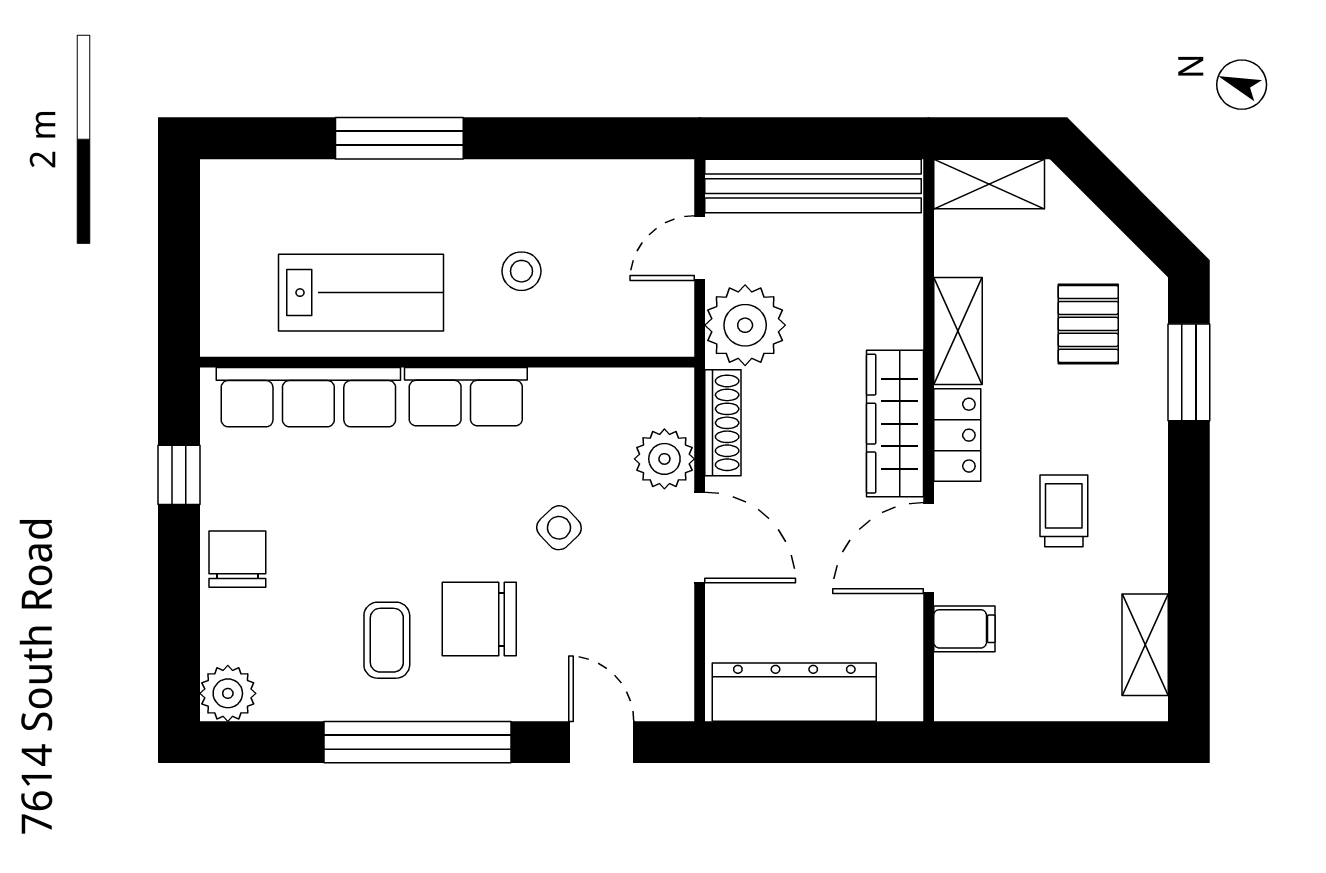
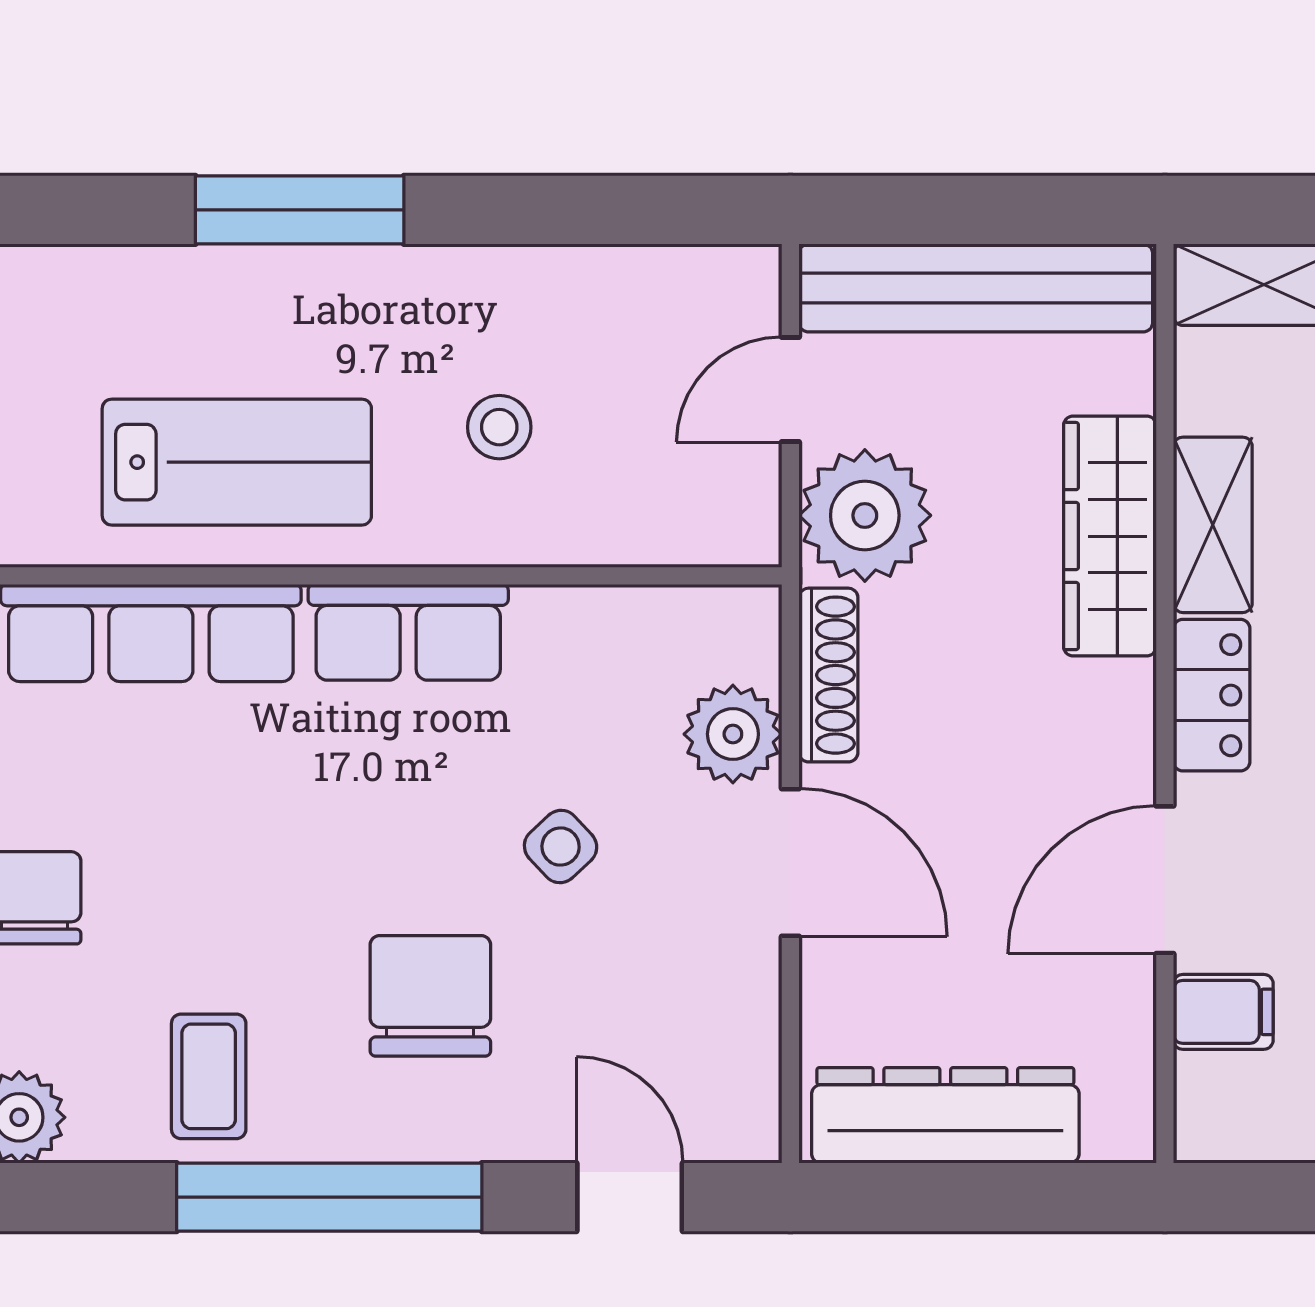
wardrobe: (895, 424) -> (1110, 536), moved
chair: (479, 619) -> (430, 996), turned 90
coffee table: (387, 640) -> (209, 1076), moved

